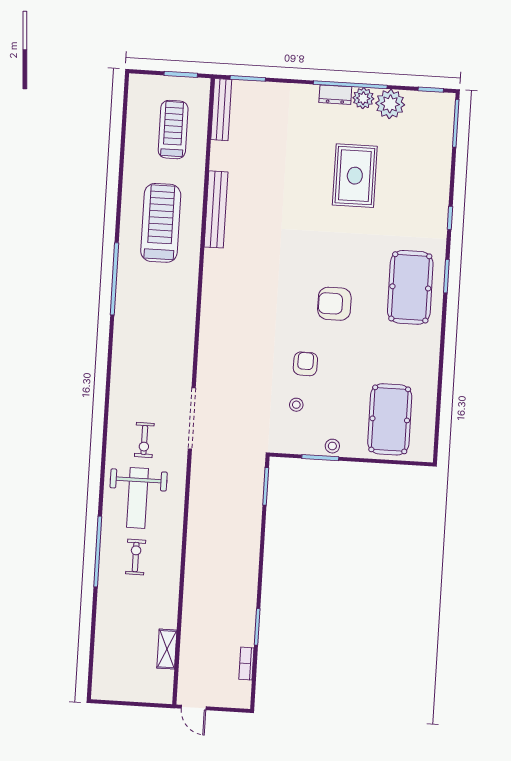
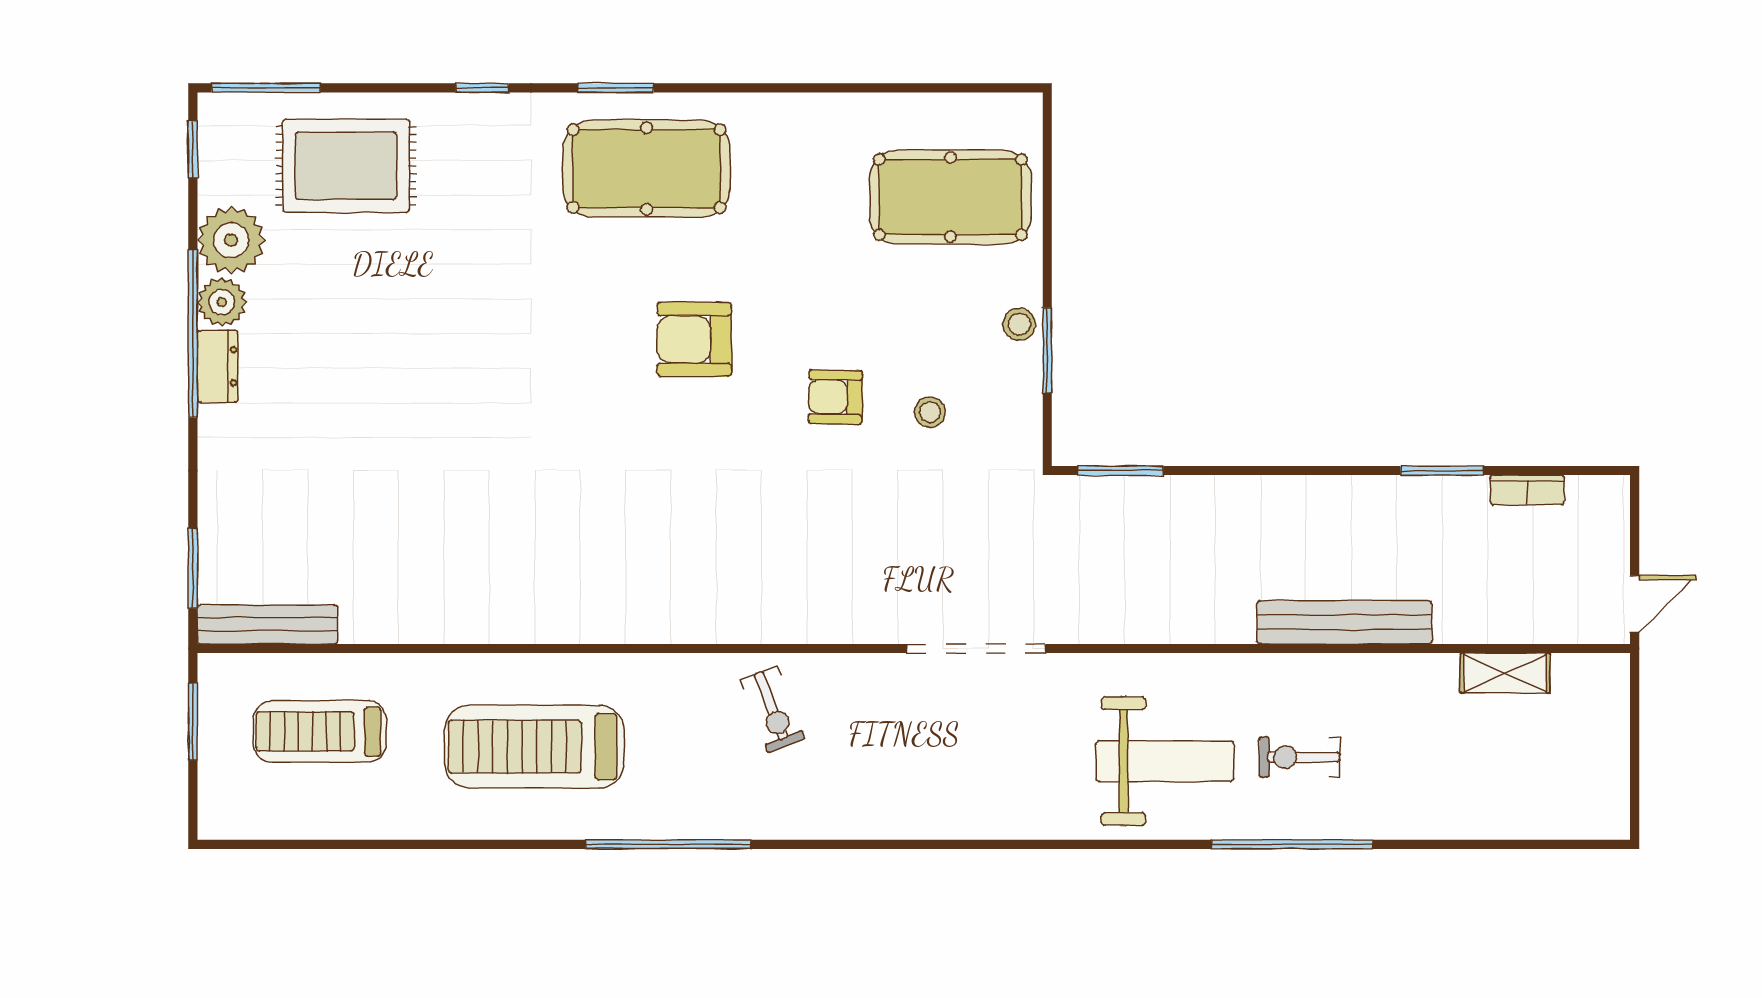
rug: (355, 176) -> (346, 166), moved
bench: (216, 209) -> (1344, 622), moved
armchair: (334, 304) -> (694, 339), turned 90
exercise bike: (144, 440) -> (772, 709), moved, turned 69

